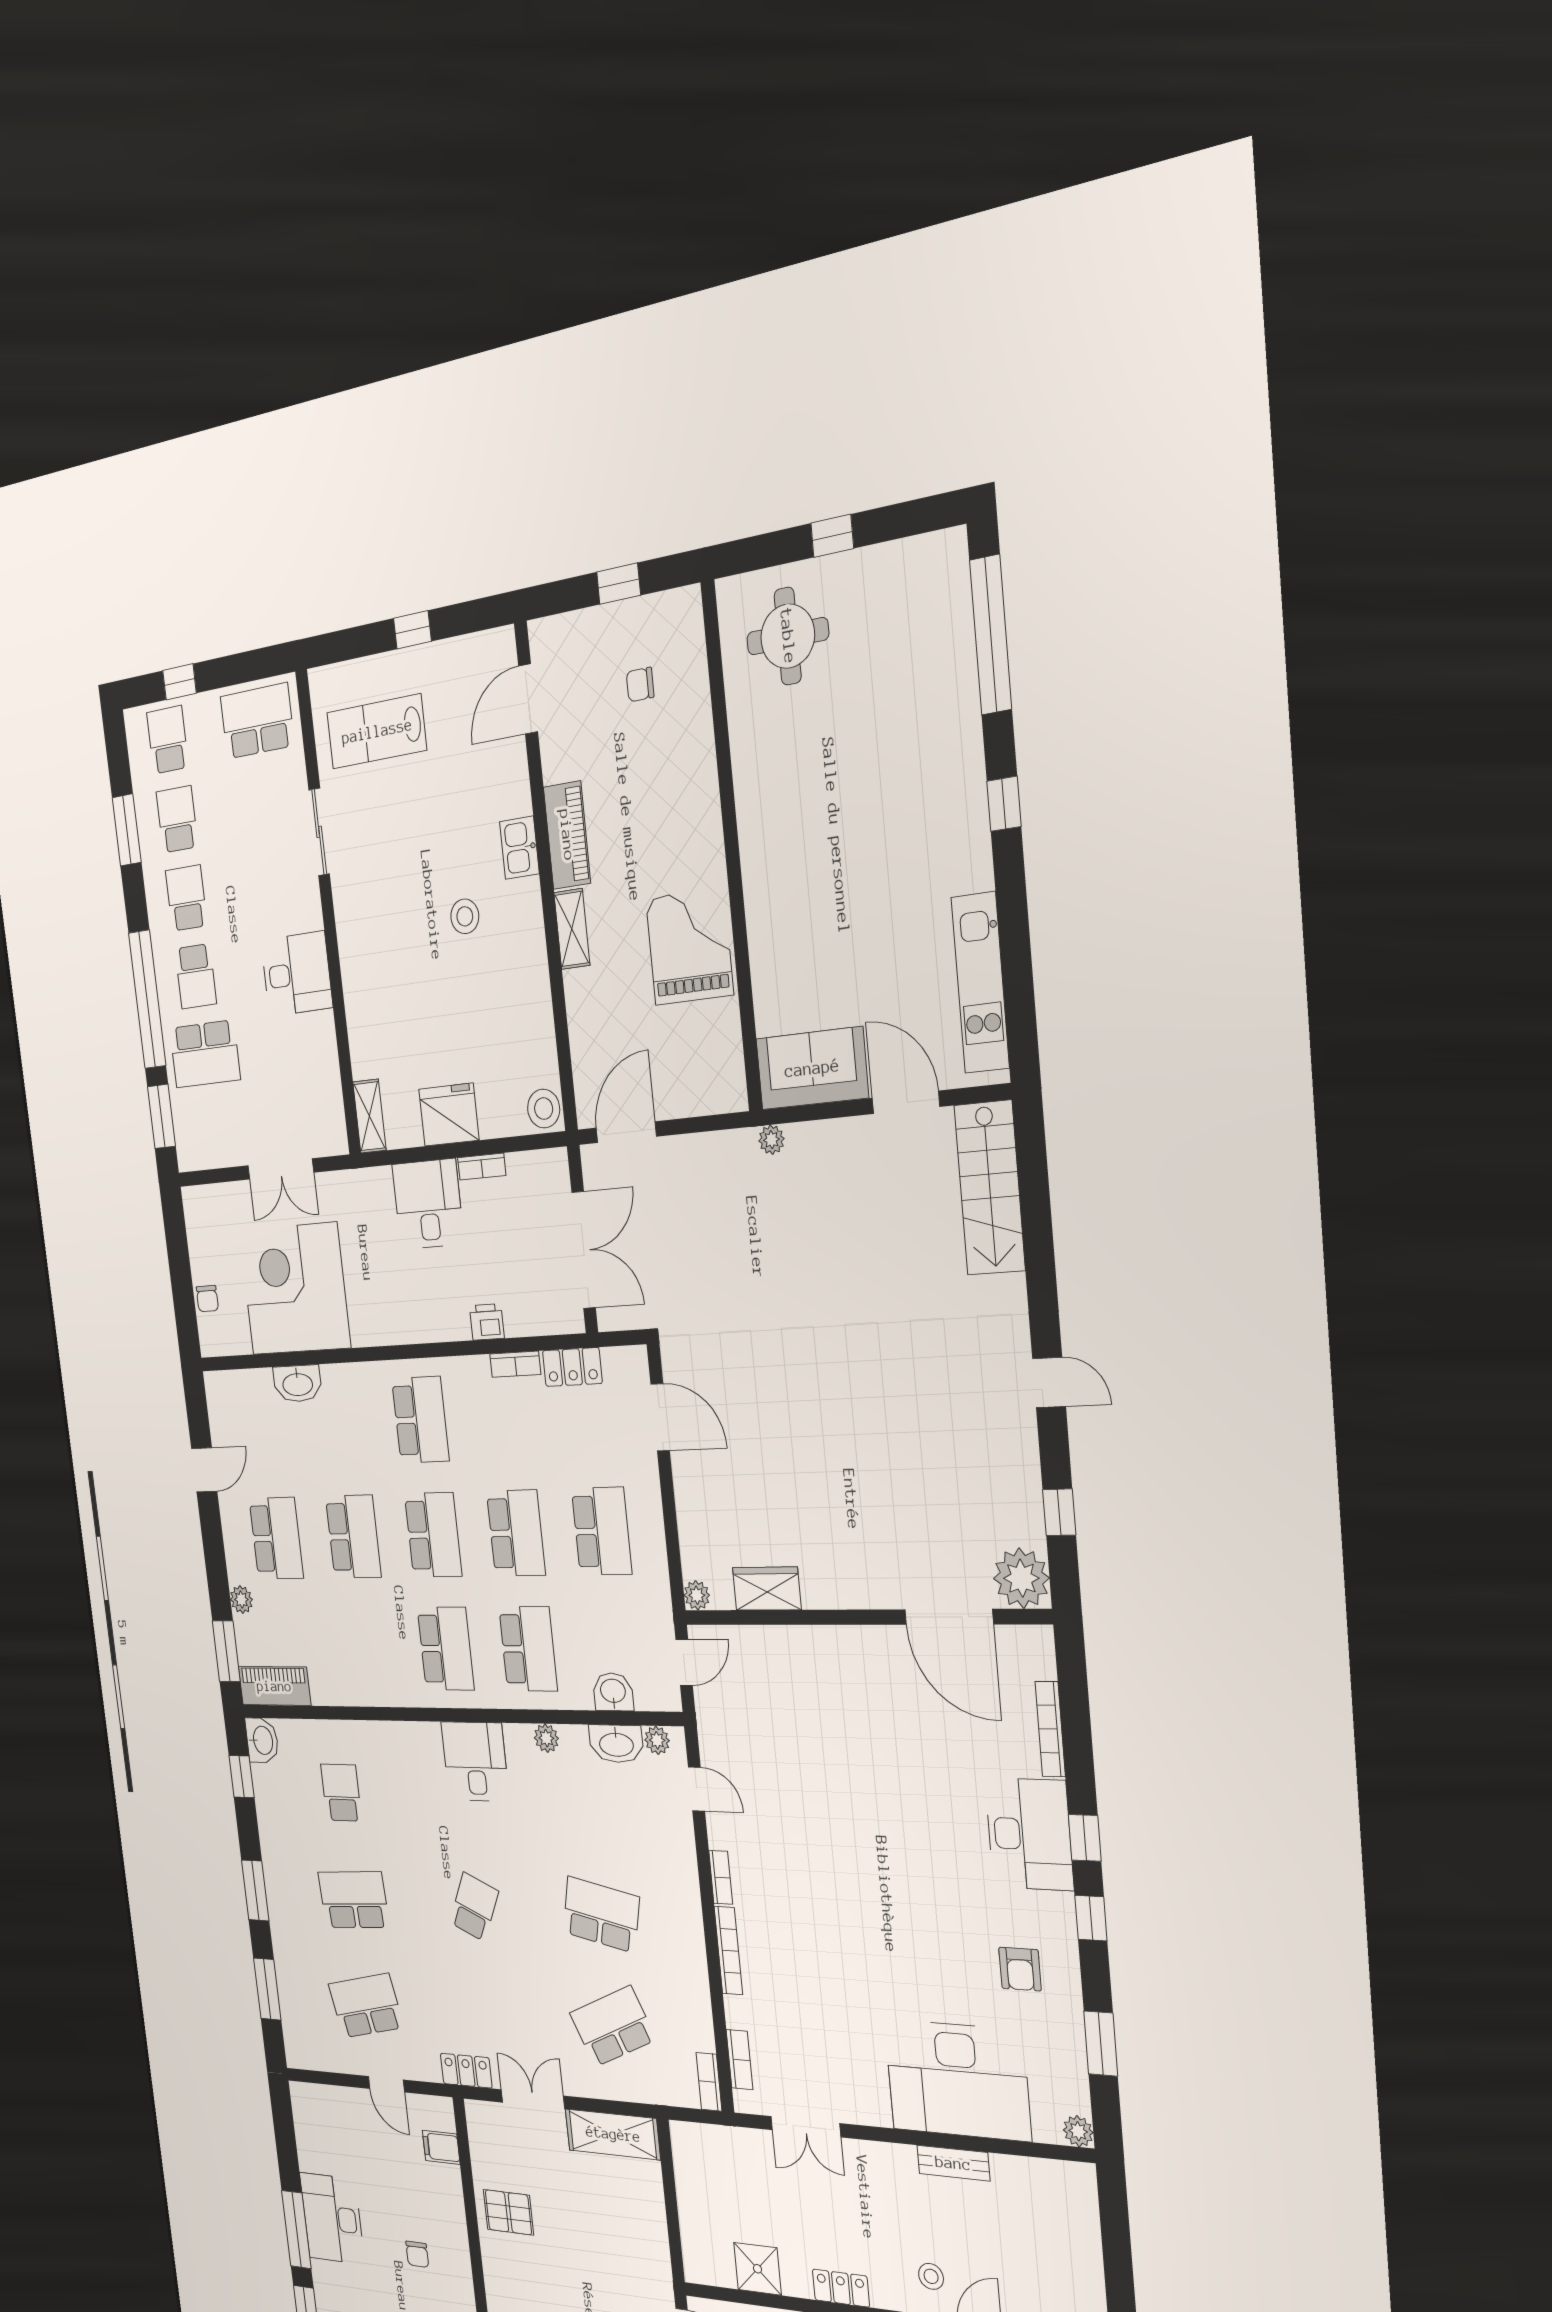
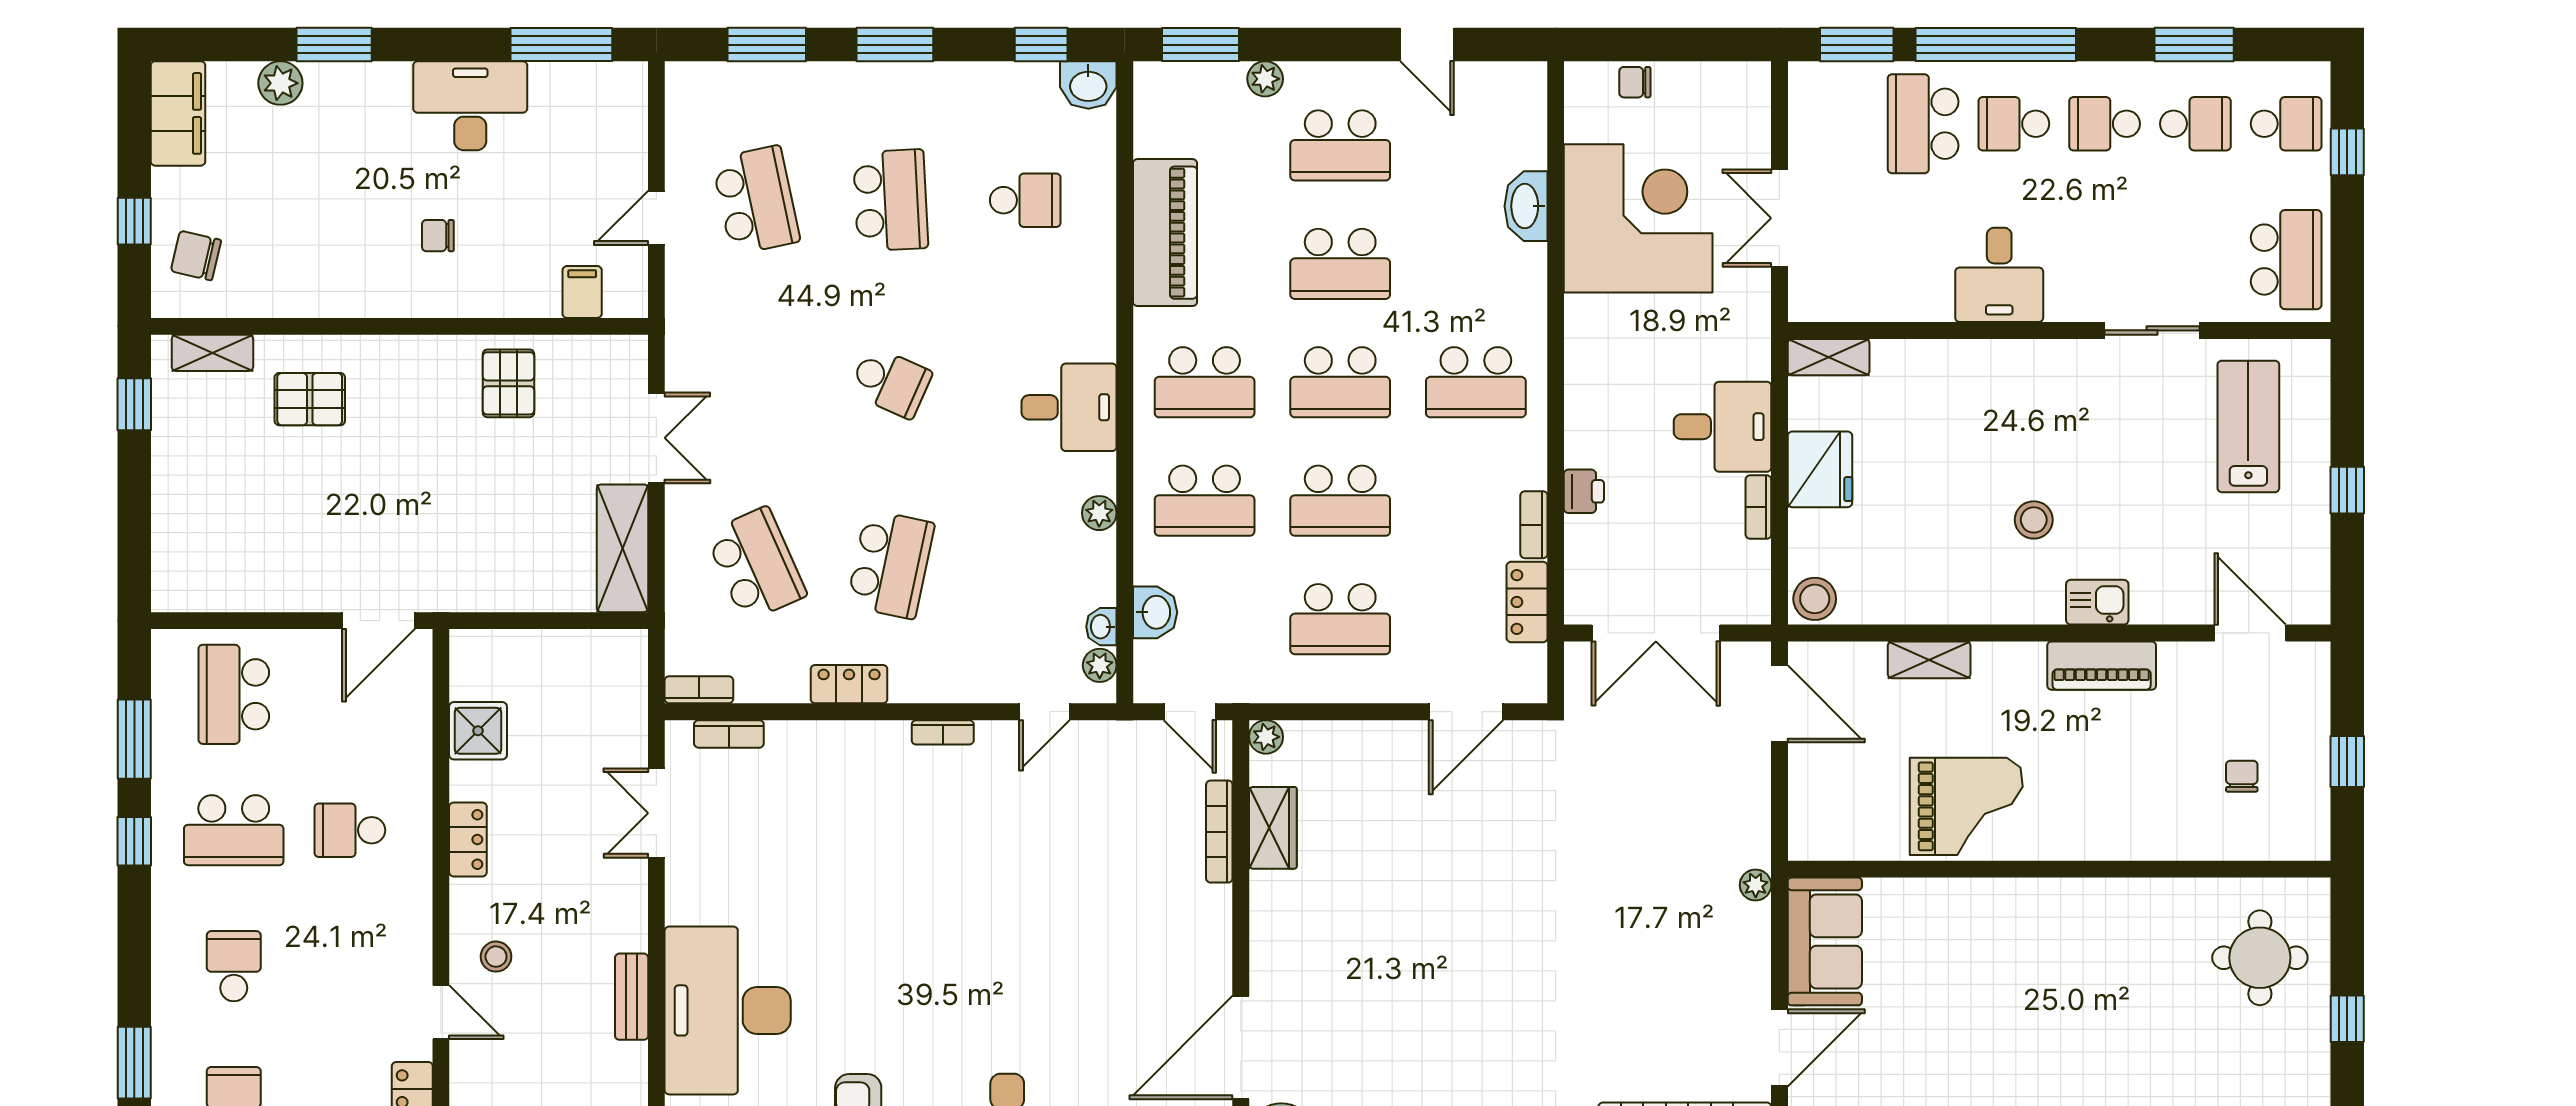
school desk: (186, 898) -> (2105, 124), turned 180
shelving: (572, 929) -> (1929, 660), moved
piano: (274, 1686) -> (1165, 233), moved, width x1.37, depth x1.33
washbasin: (616, 1744) -> (1101, 627), width x0.52, depth x0.69
bookcase: (728, 1951) -> (1219, 832), moved, turned 90
locker: (466, 2071) -> (849, 684), moved, turned -90
window: (296, 2230) -> (561, 45), moved

